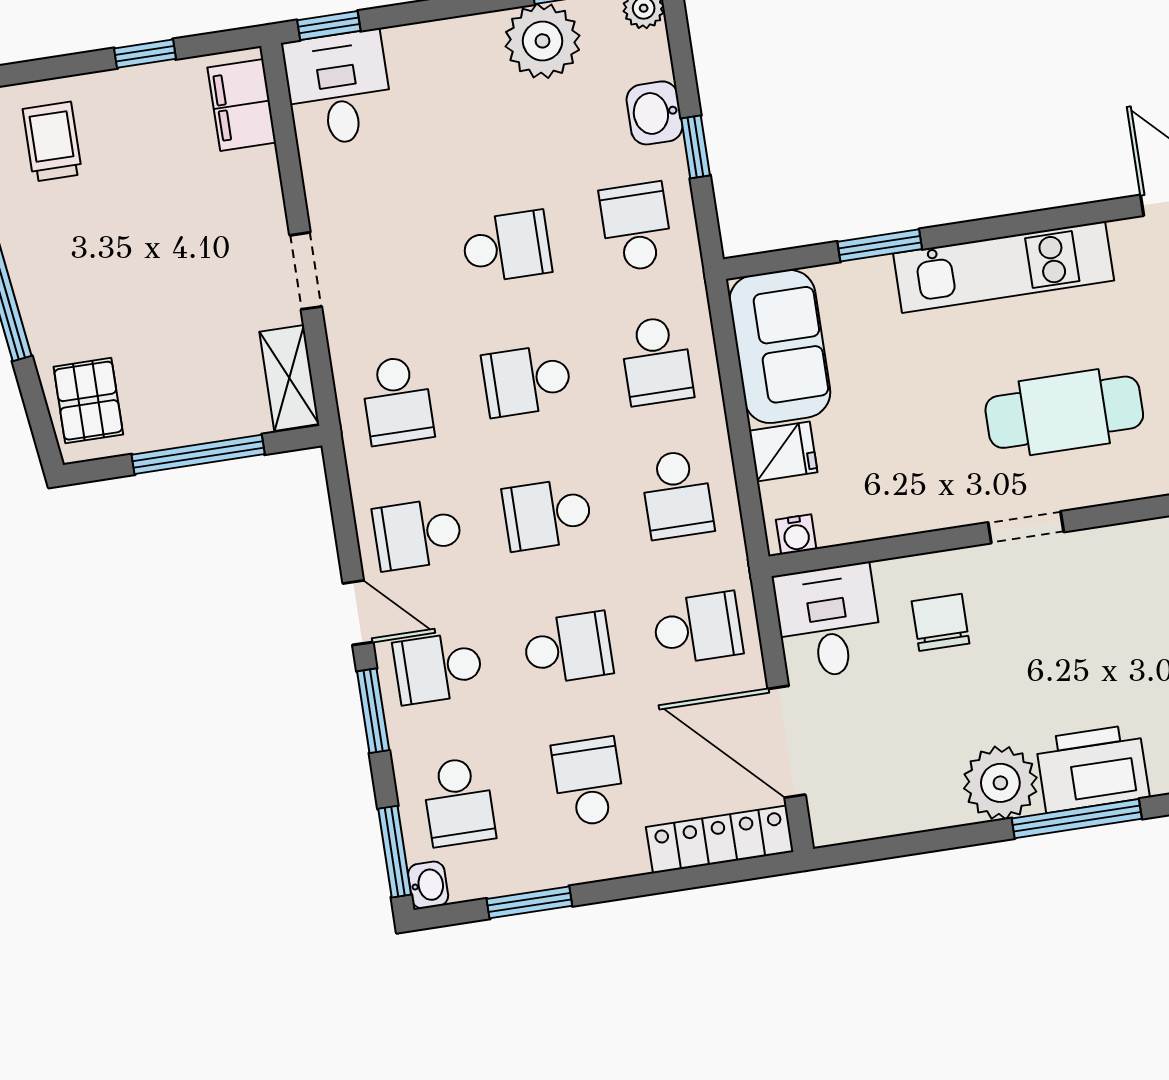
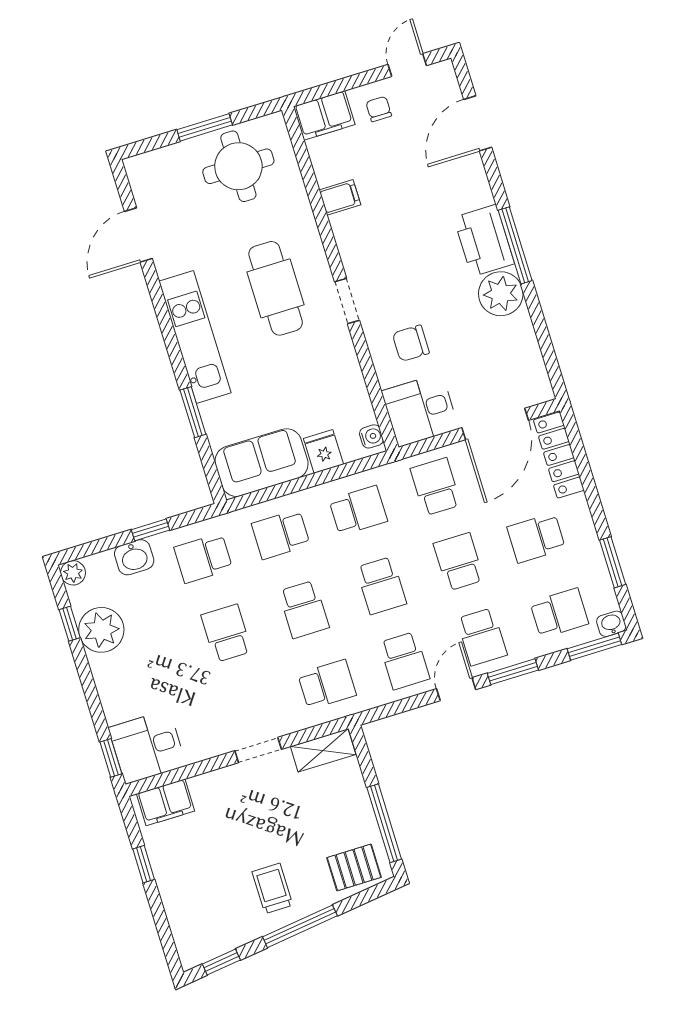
trolley: (52, 142) -> (272, 888), moved, turned 90
school desk: (657, 361) -> (281, 534), turned 180
window: (198, 454) -> (384, 823), moved

